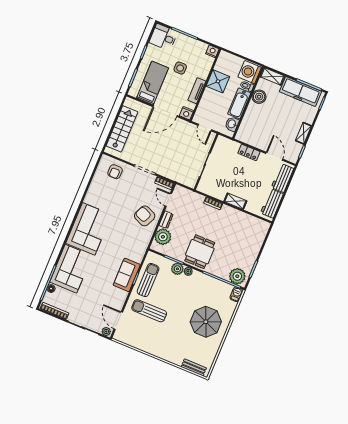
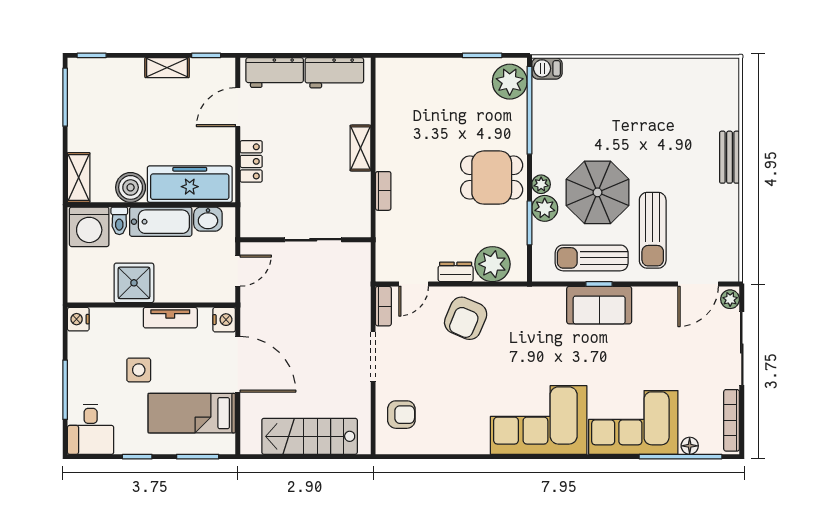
freezer: (301, 92) -> (190, 184), moved, turned -90
parasol: (206, 322) -> (598, 192), moved
bench: (194, 367) -> (730, 157), moved

